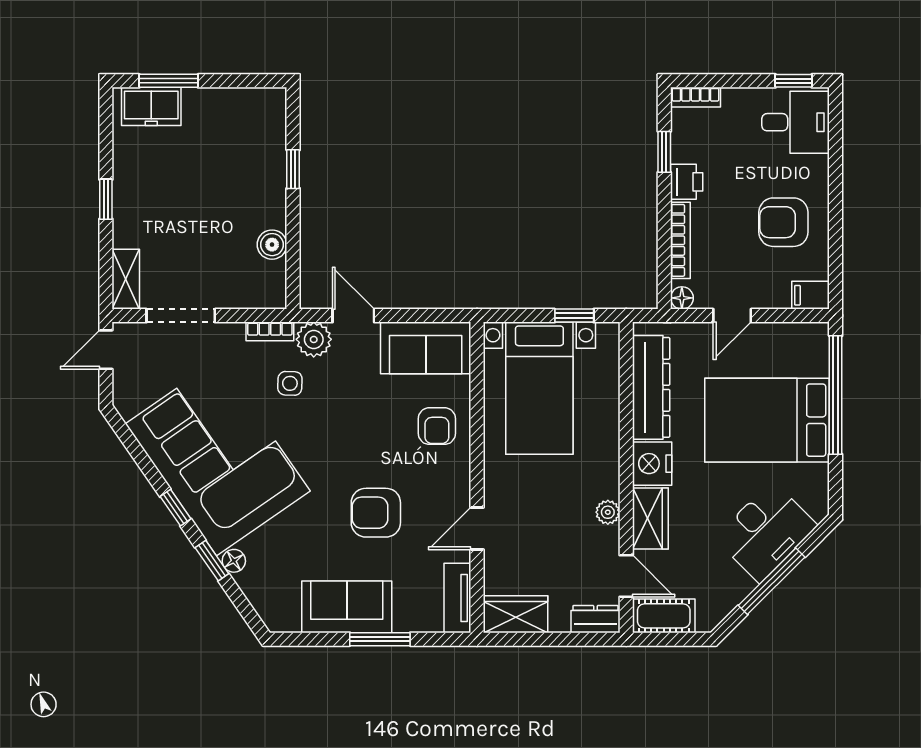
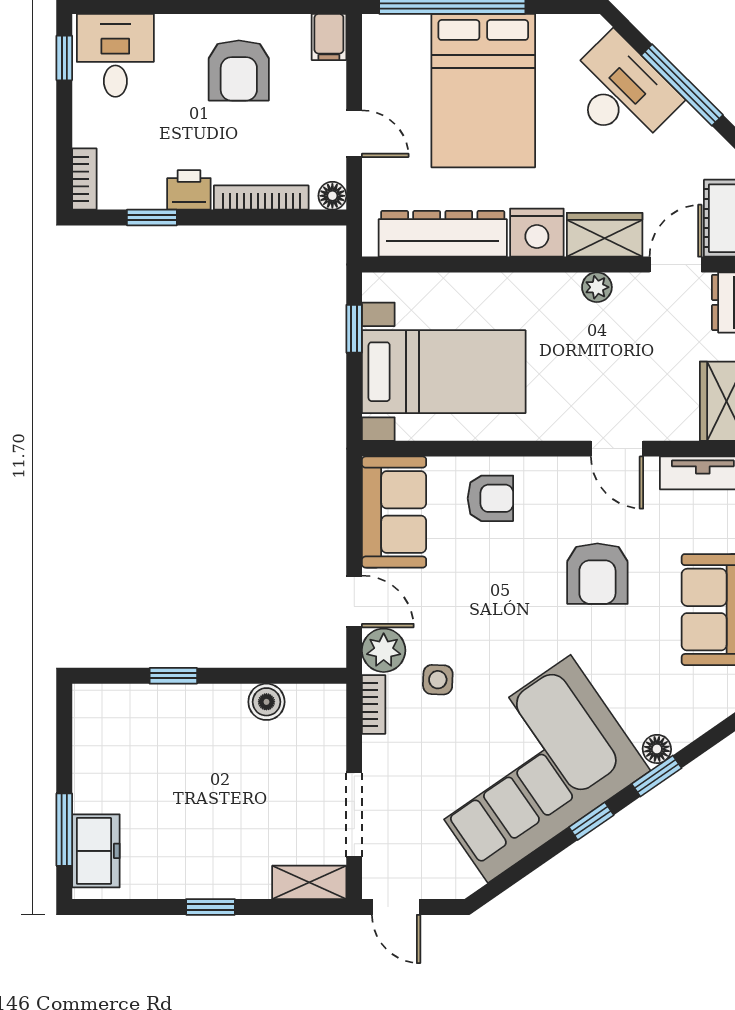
door: (353, 316) -> (354, 601), swing flipped

